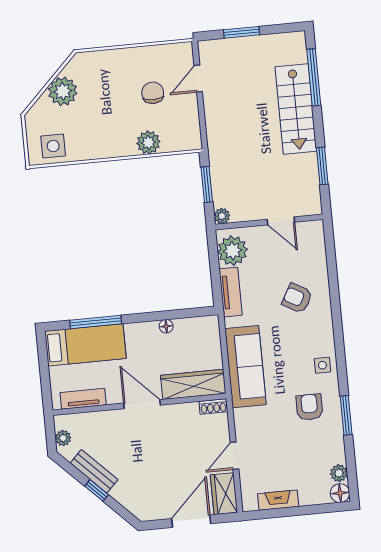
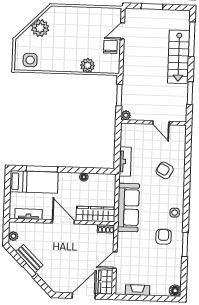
chair: (153, 93) -> (110, 47), moved
plant: (232, 251) -> (130, 137), removed
plant: (339, 473) -> (176, 279), removed

